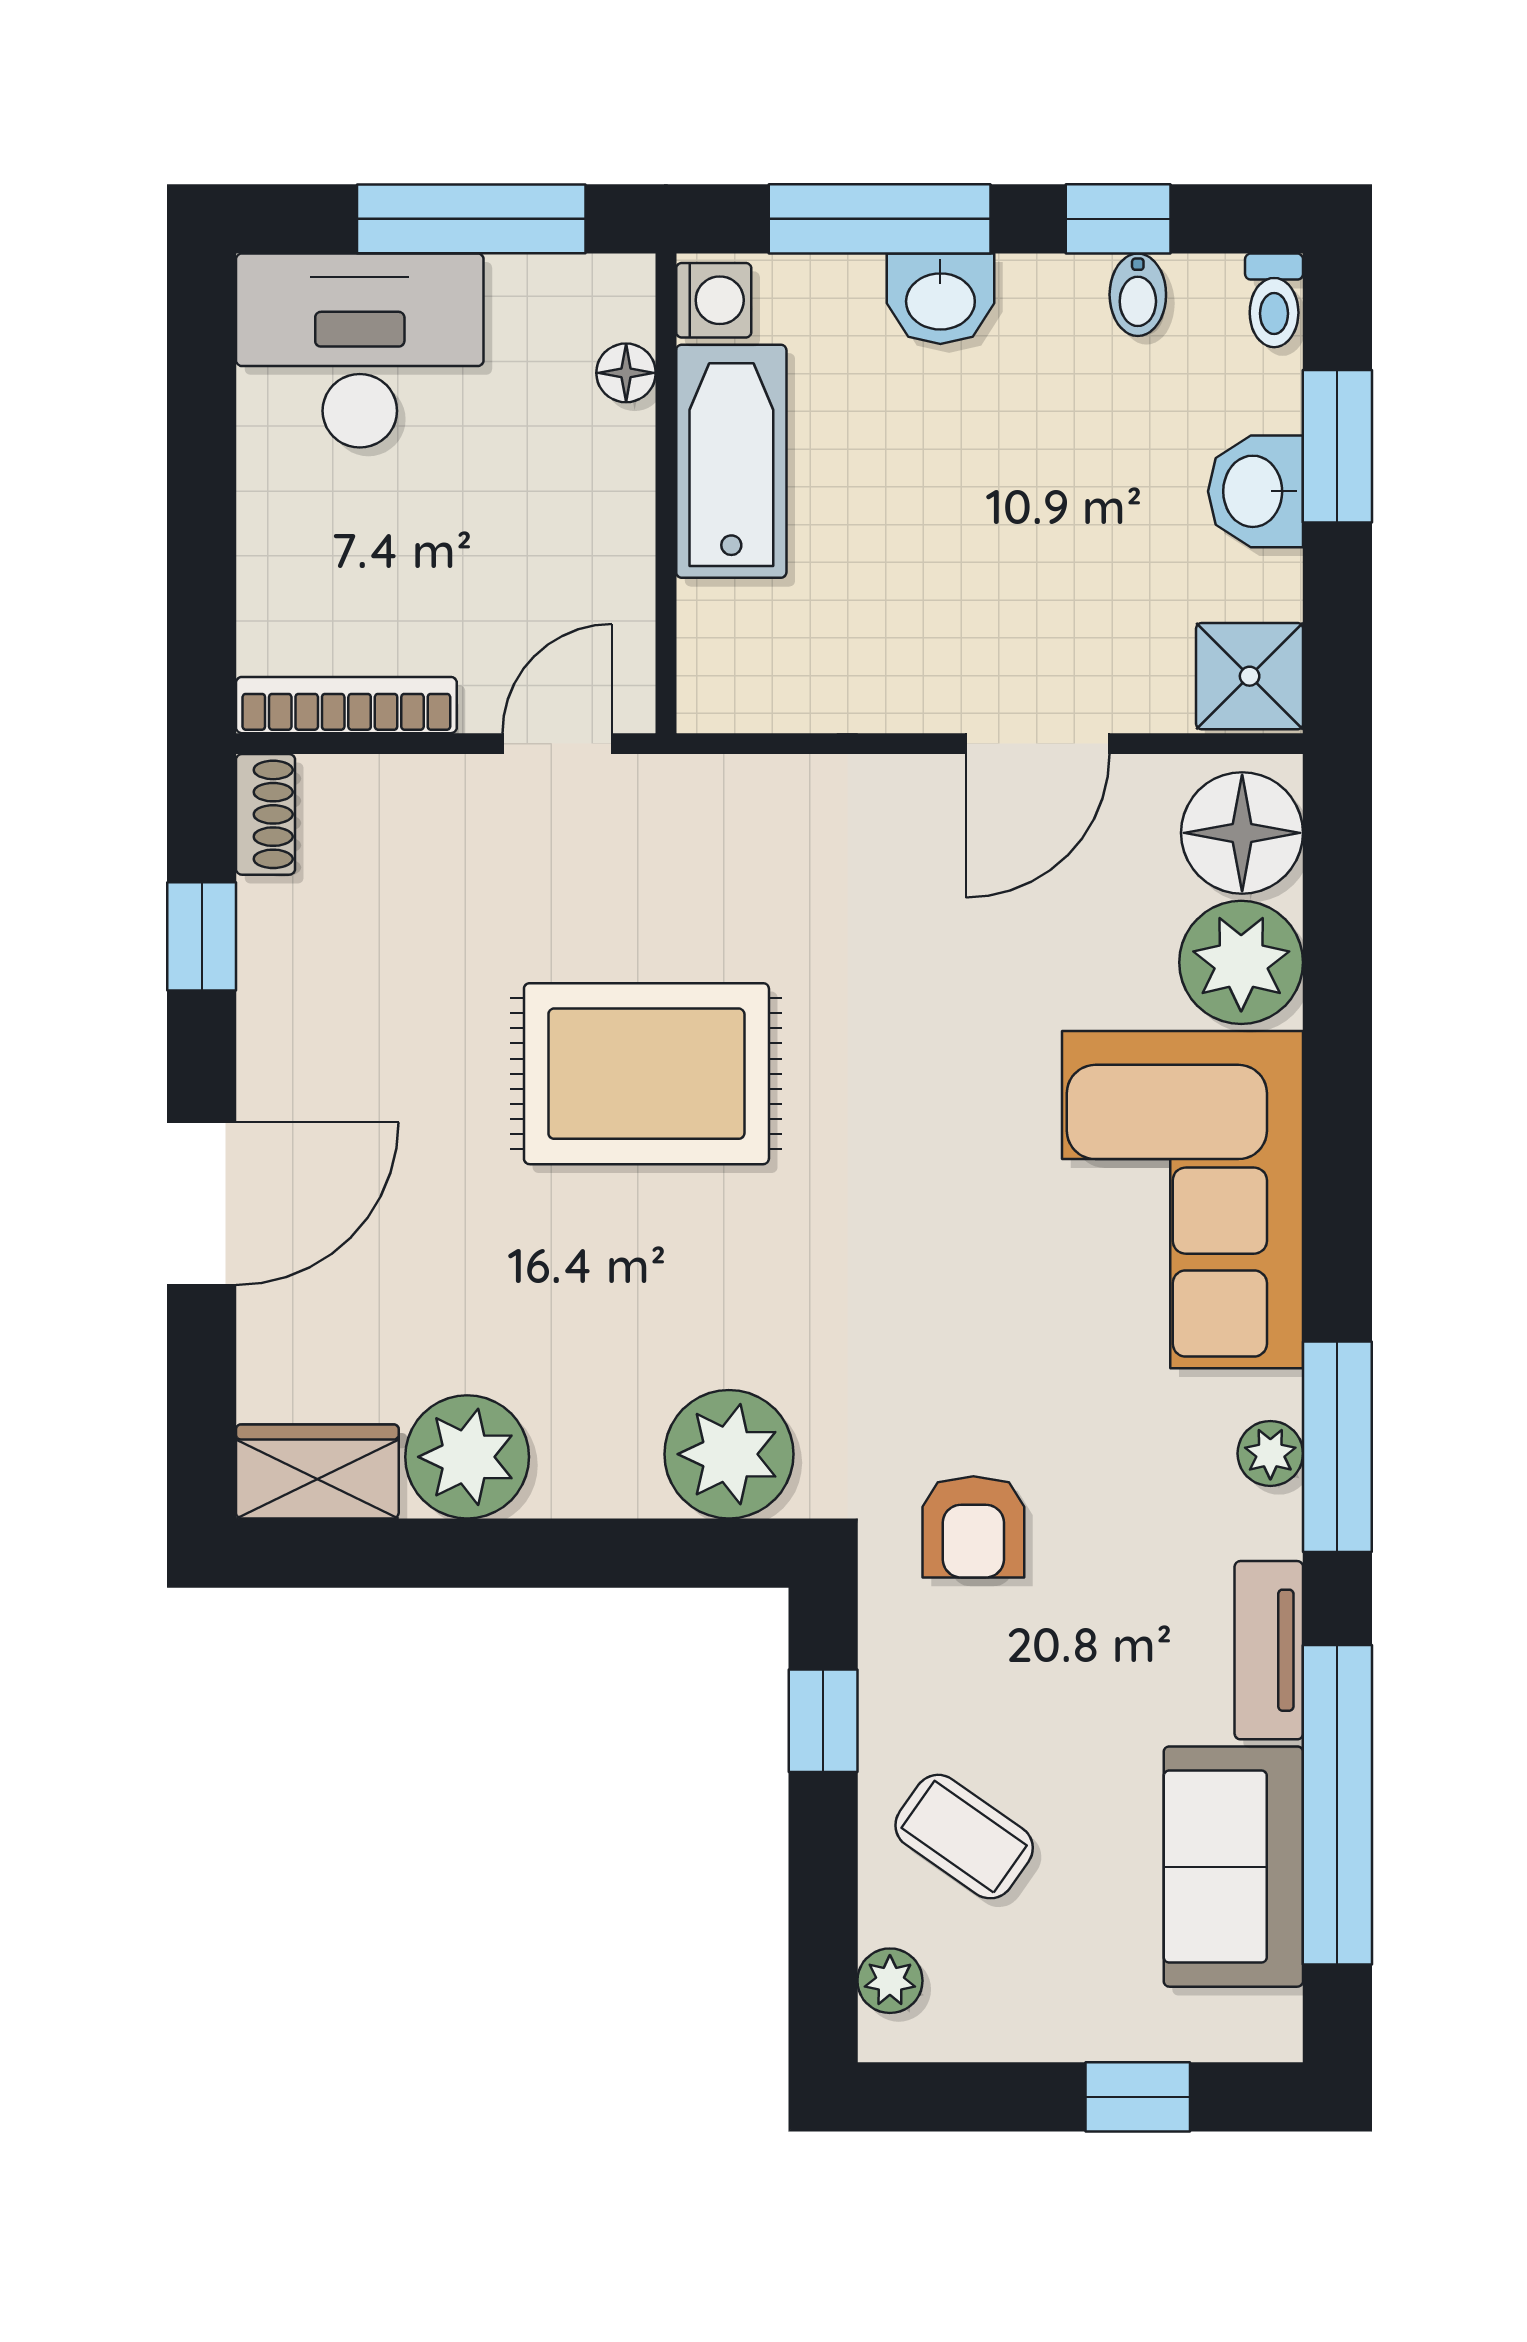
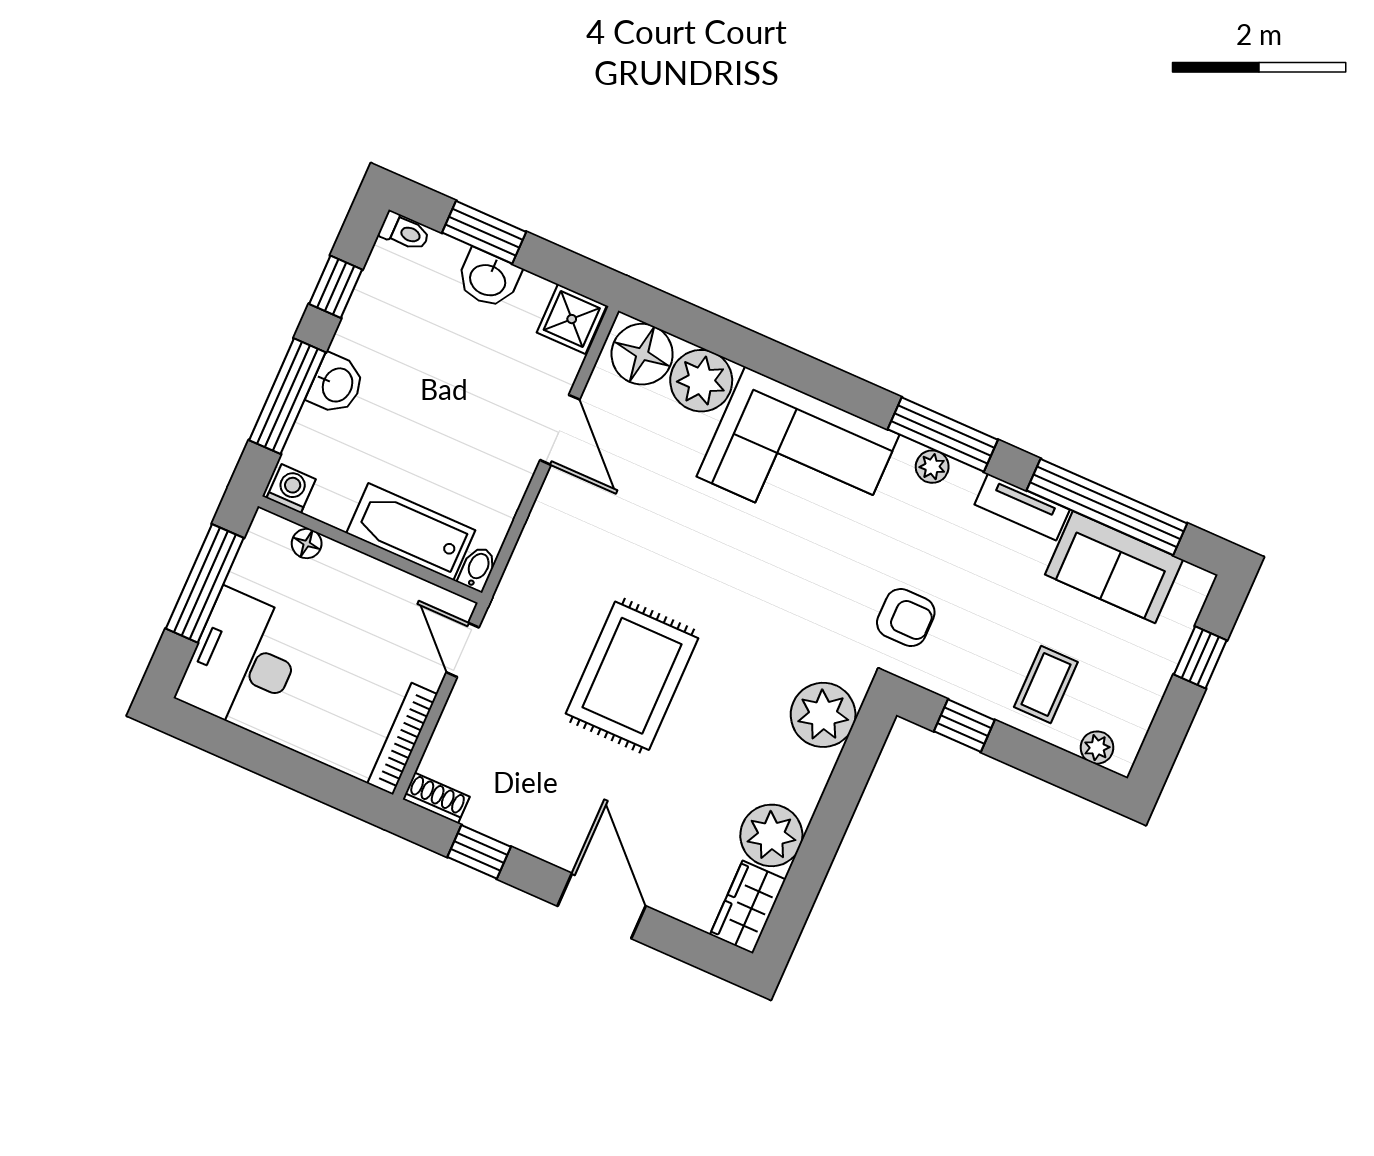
bidet: (1138, 295) -> (477, 569), moved, turned -90
bathtub: (731, 461) -> (411, 532), moved
coffee table: (964, 1837) -> (1046, 684), turned -35

